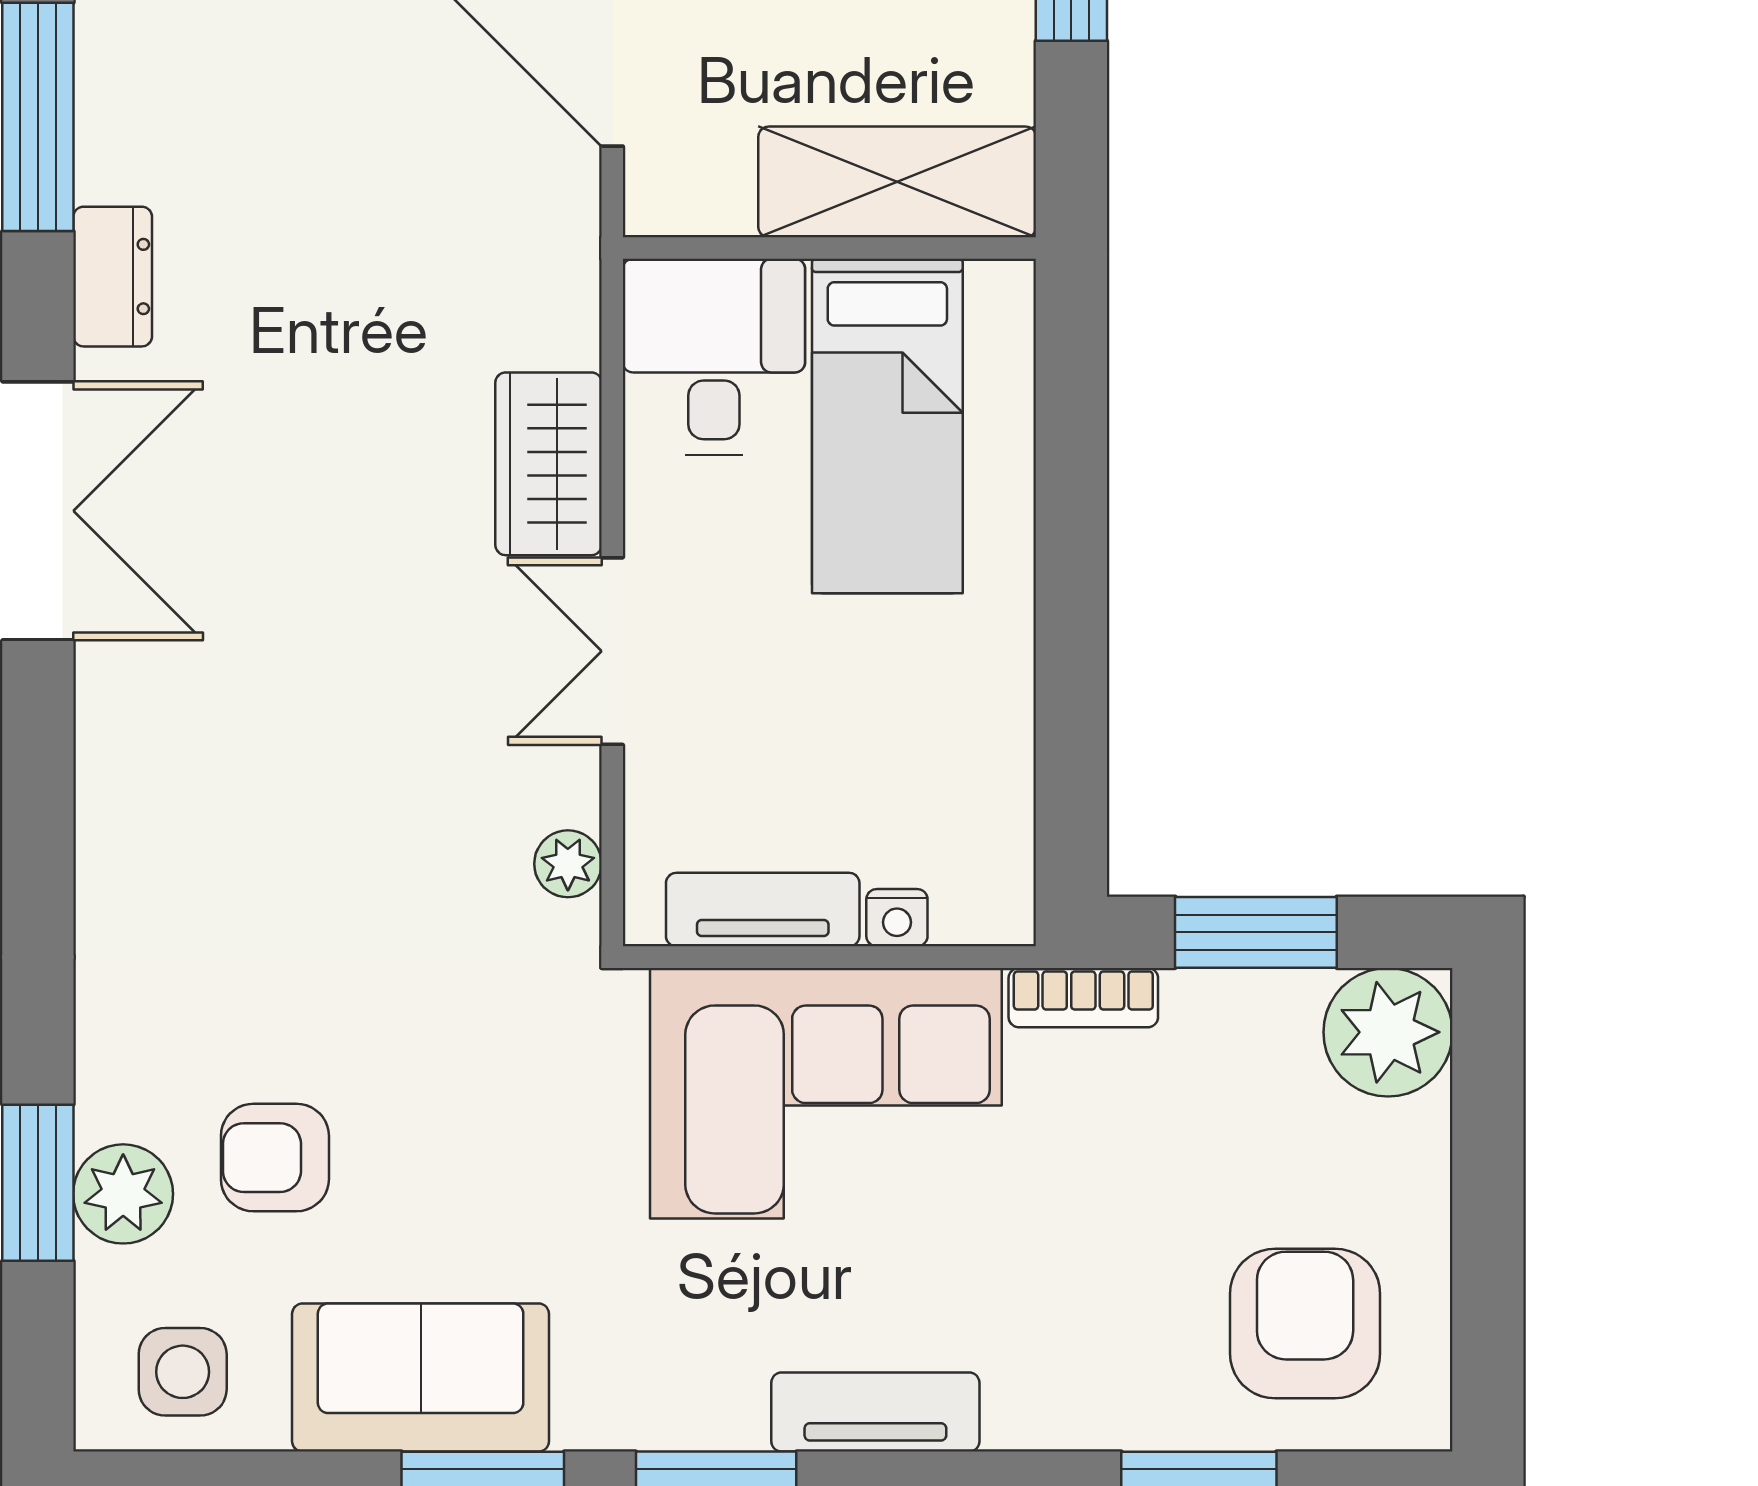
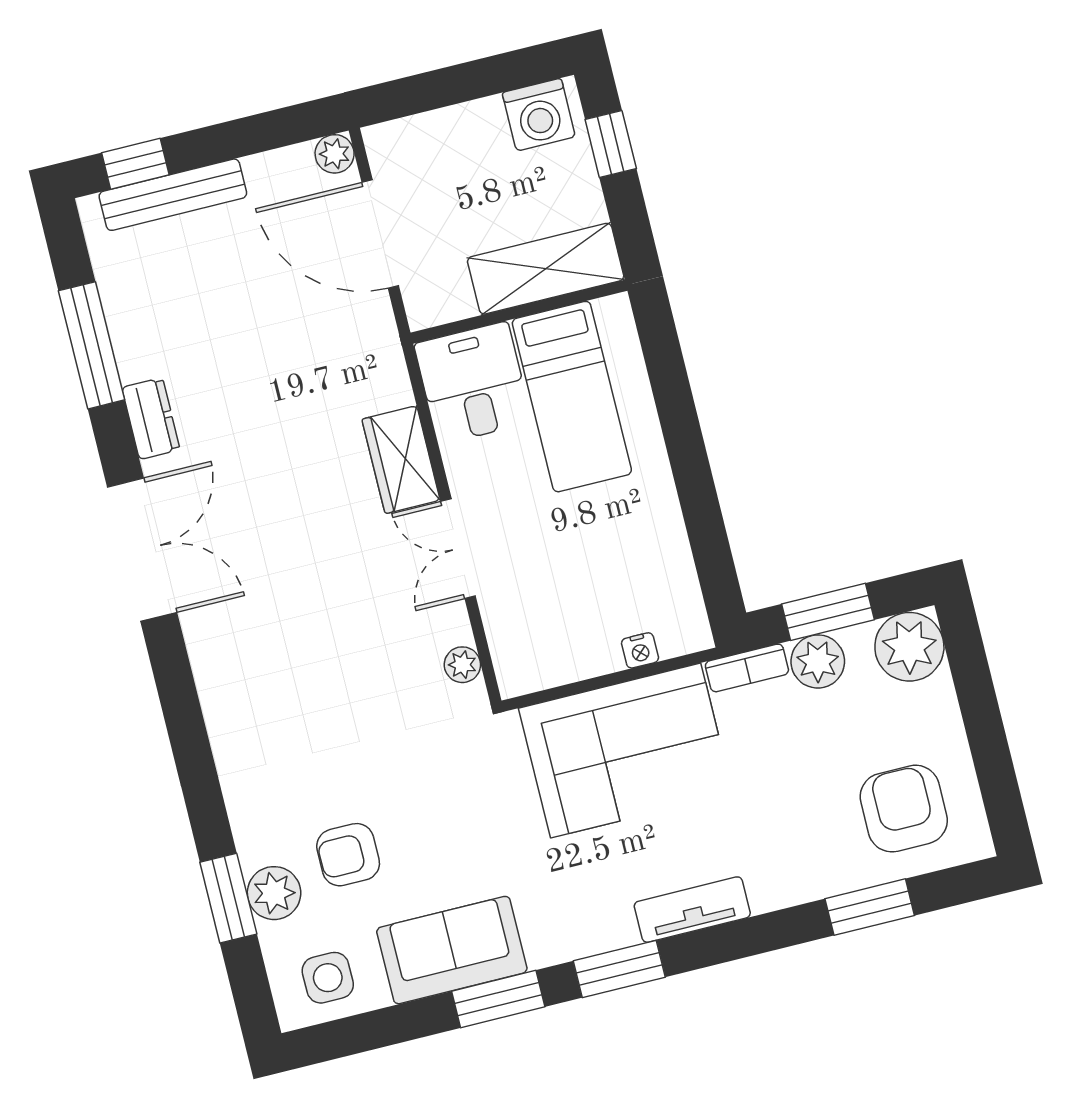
tv unit: (763, 910) -> (569, 663), removed
plant: (1215, 1018) -> (818, 661), added

